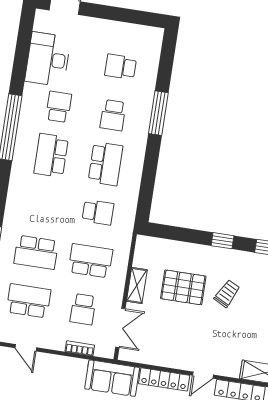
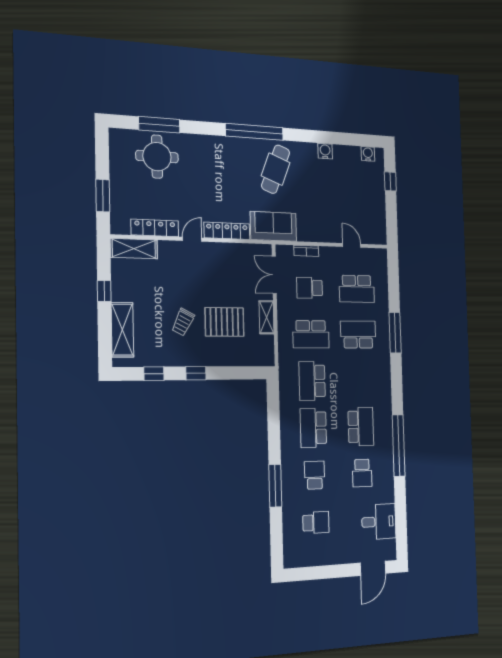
desk: (48, 59) -> (379, 522), width x0.73
school desk: (98, 212) -> (312, 381), width x1.85
school desk: (83, 309) -> (310, 288), turned -90

